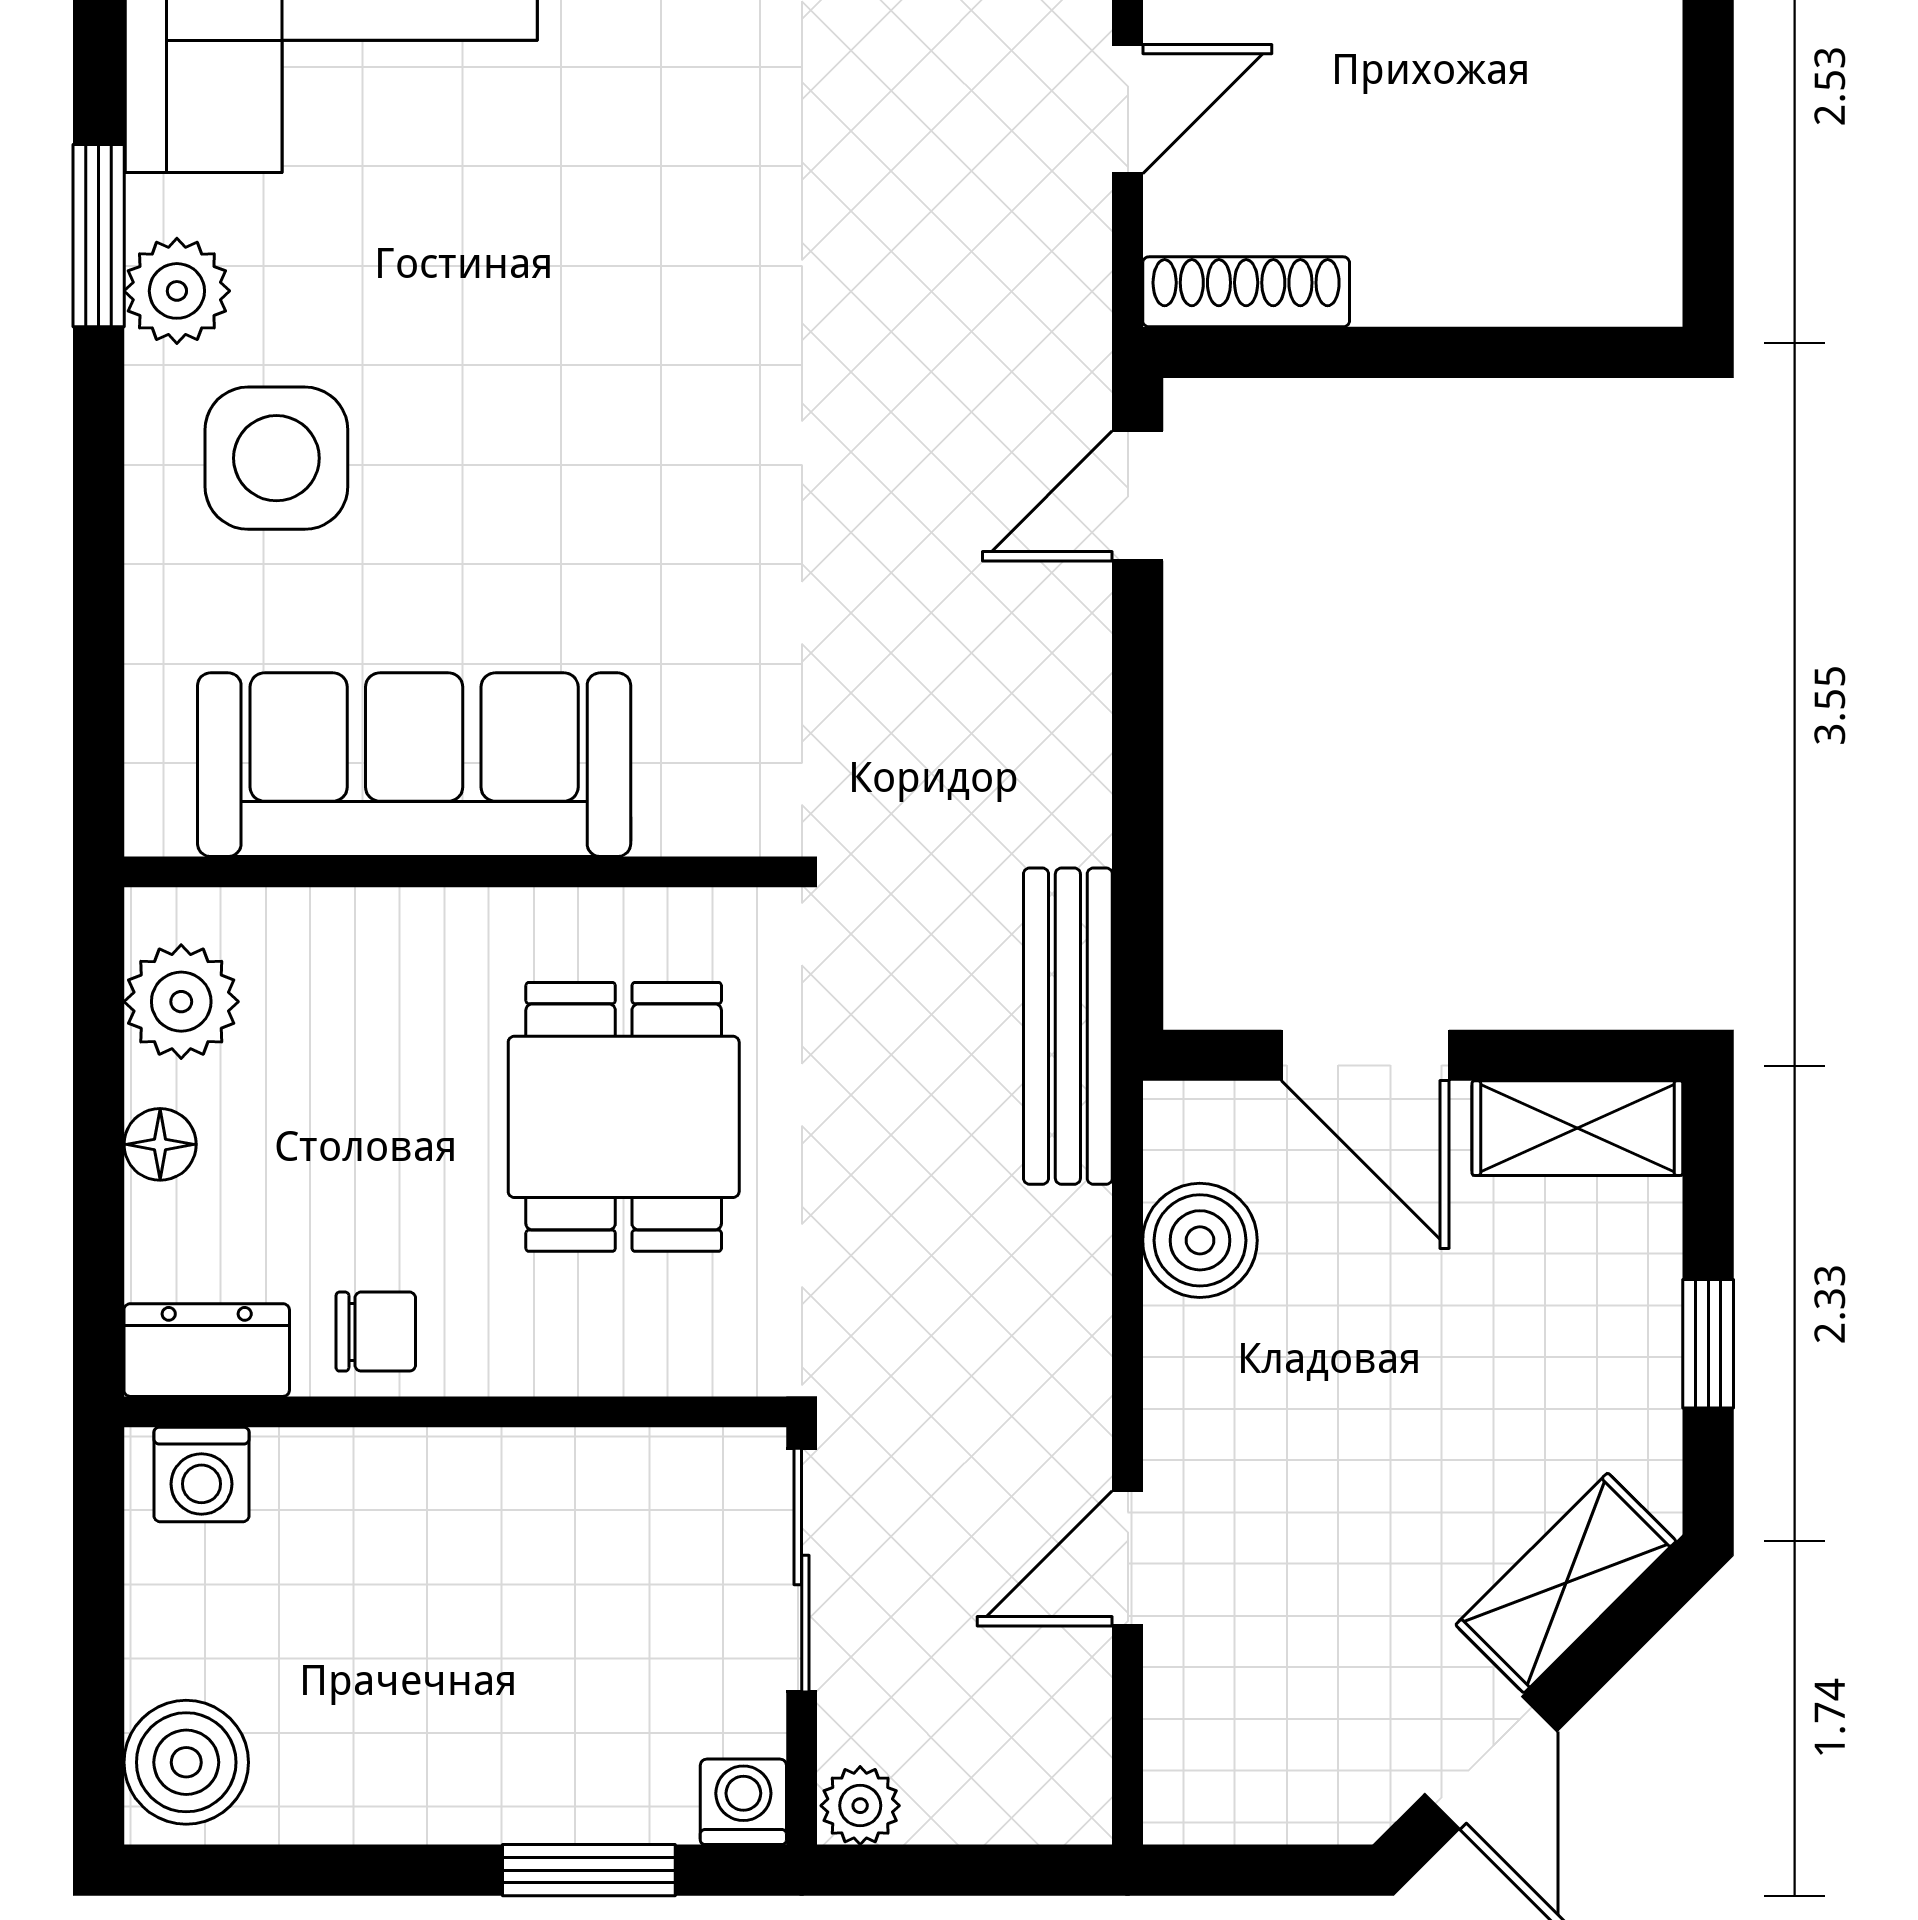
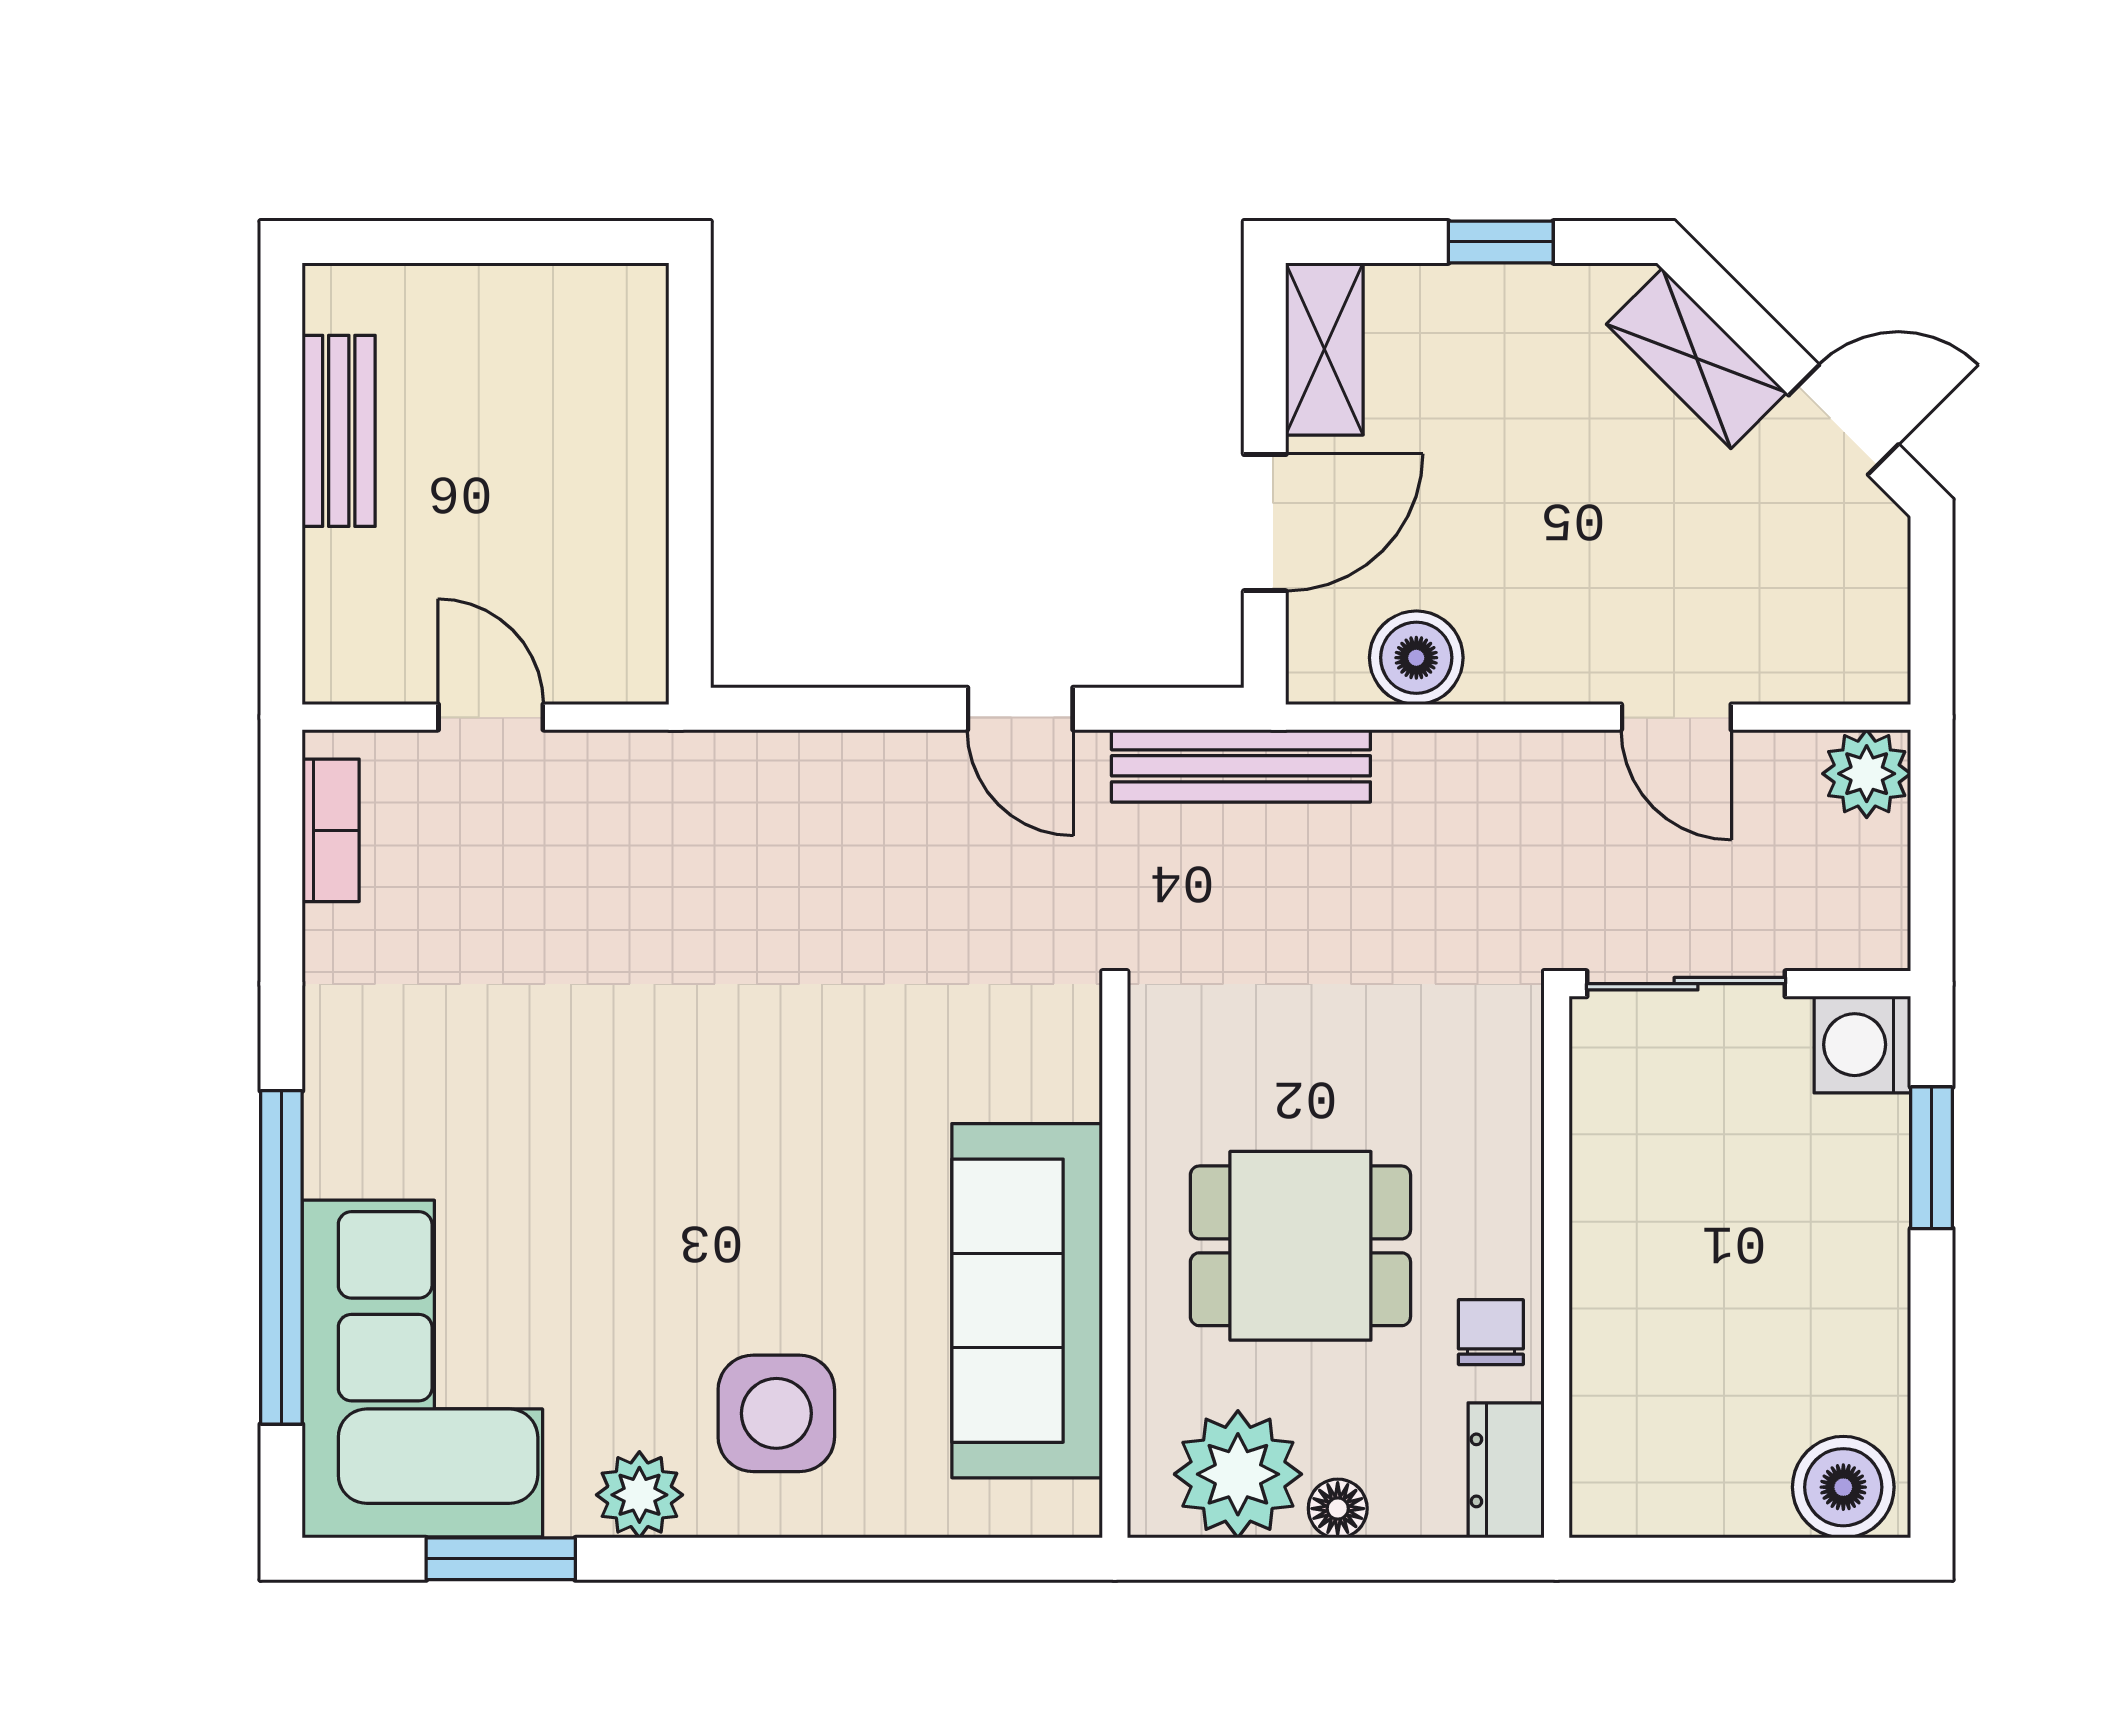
window: (99, 236) -> (501, 1559), moved
shoe rack: (1246, 292) -> (640, 620), removed
door: (1138, 496) -> (1020, 709), moved
plant: (181, 1002) -> (1238, 1474), width x1.36, depth x1.36
dining table: (624, 1117) -> (1300, 1246), moved
washing machine: (201, 1474) -> (1608, 1475), removed
washing machine: (743, 1802) -> (1862, 1045), width x1.38, depth x1.38
plant: (860, 1806) -> (1867, 774), moved, width x1.38, depth x1.38

